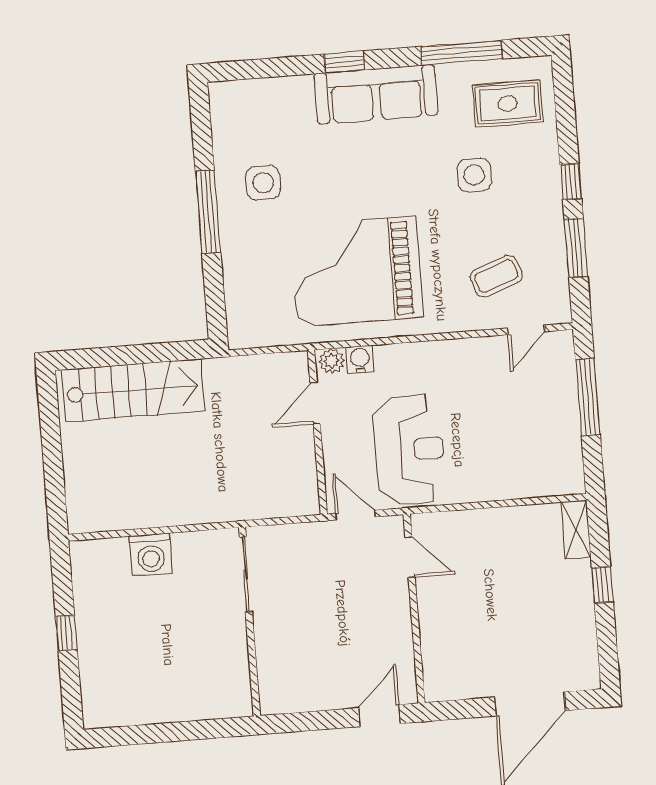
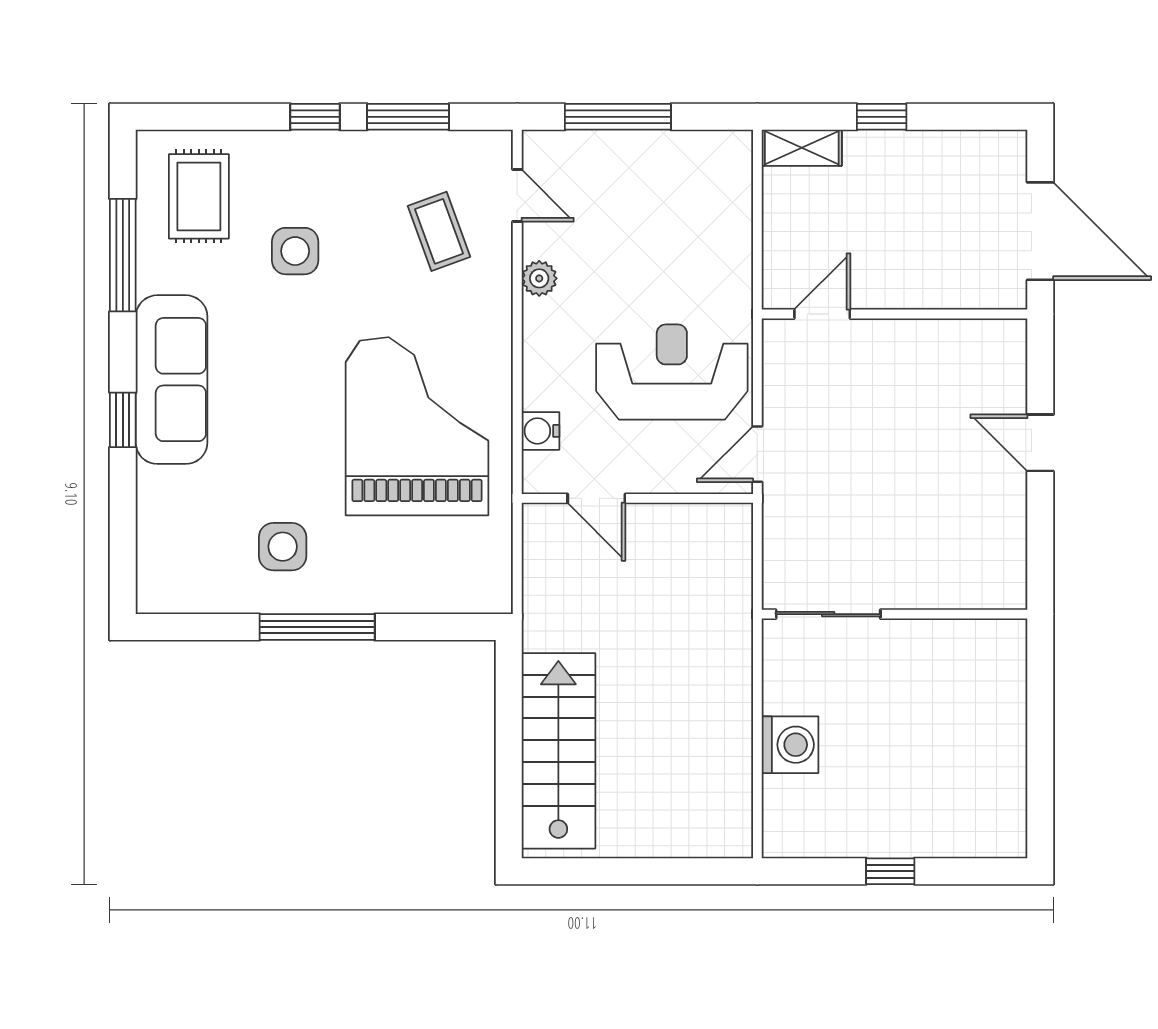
grand piano: (356, 272) -> (417, 426), turned 180
plant: (331, 361) -> (539, 278), moved
door: (410, 557) -> (822, 314), moved
wall: (414, 609) -> (894, 314), moved

